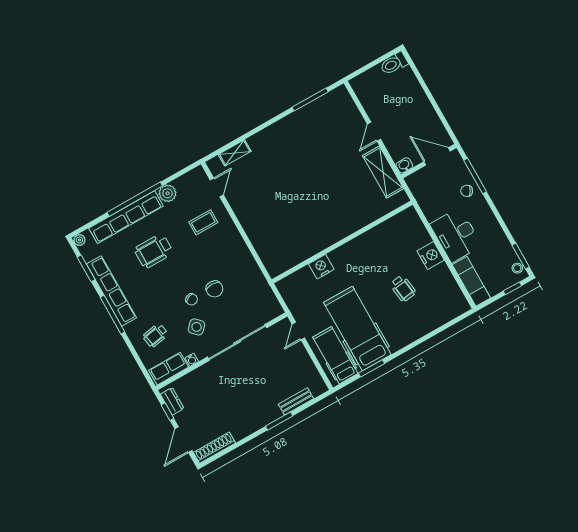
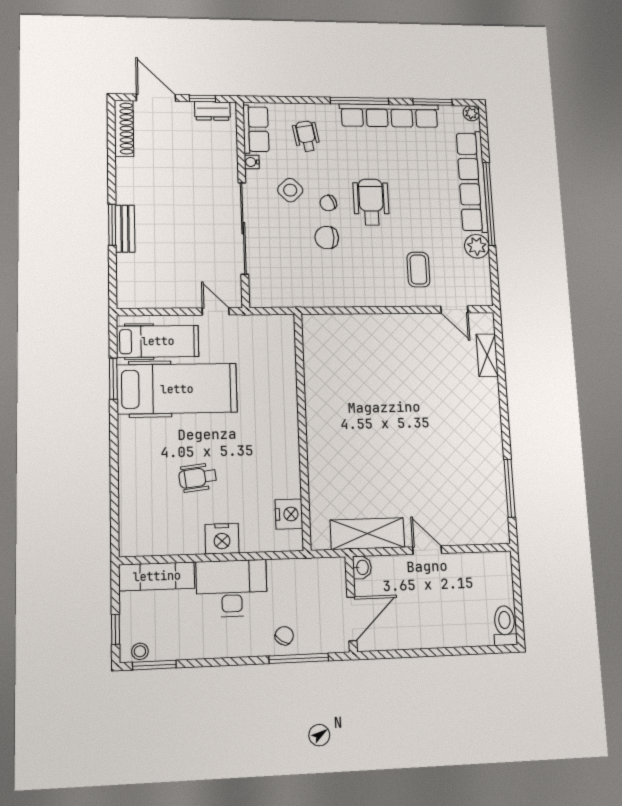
wheelchair: (154, 251) -> (371, 202), moved
nightstand: (321, 267) -> (289, 514), moved
bench: (296, 401) -> (125, 229), moved

